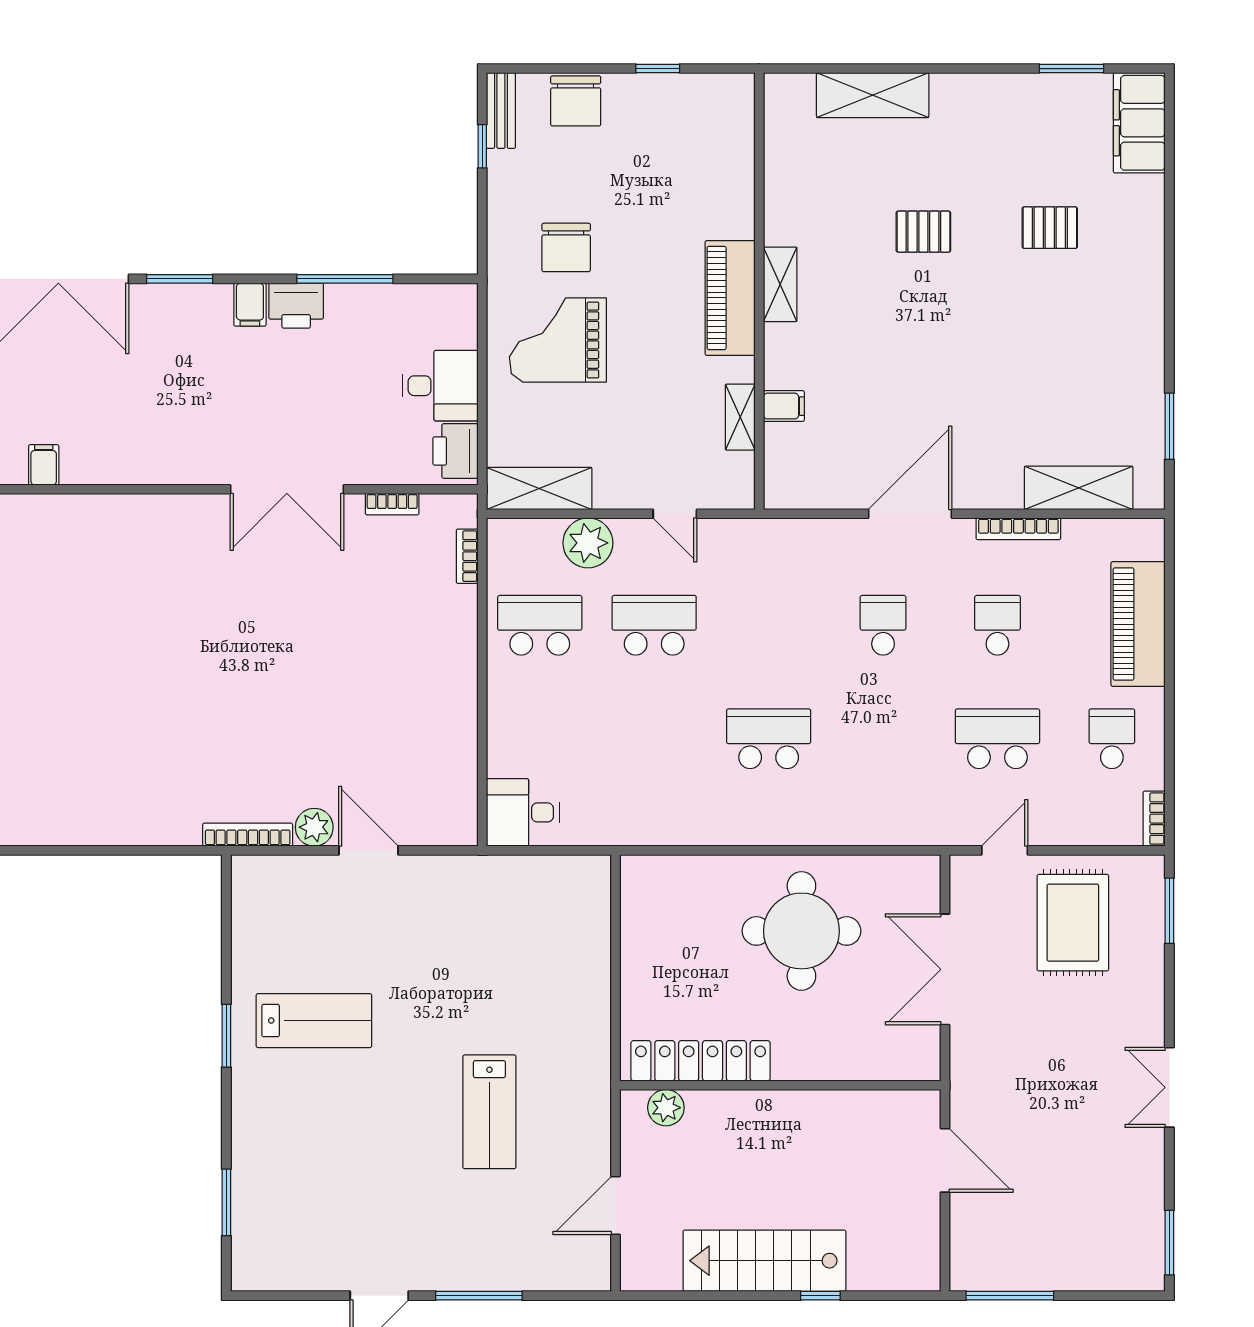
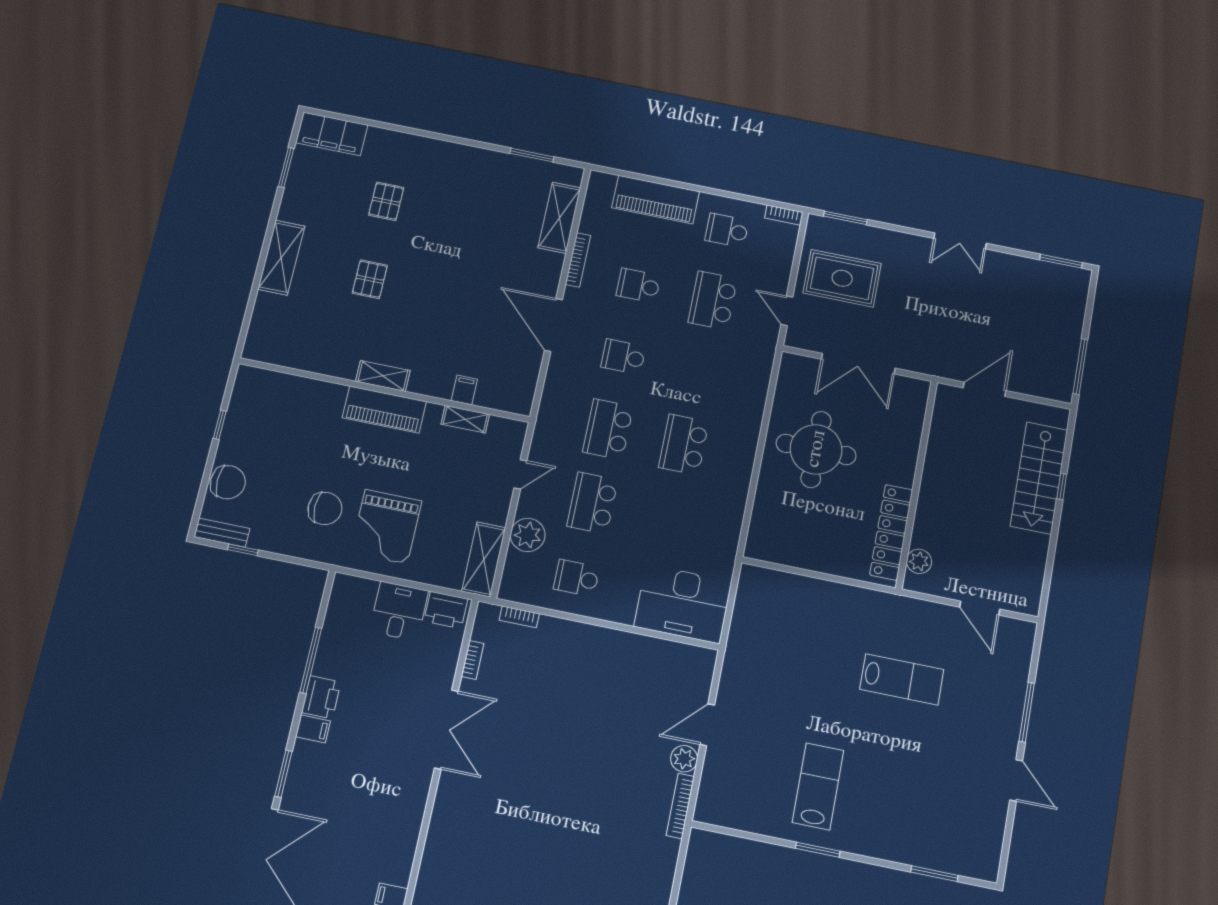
shelving: (873, 95) -> (281, 258), moved
school desk: (540, 625) -> (577, 578), width x0.54
school desk: (769, 625) -> (608, 429), added
desk: (523, 812) -> (683, 604), width x1.87, depth x1.30
stairs: (764, 1261) -> (1039, 478), moved

